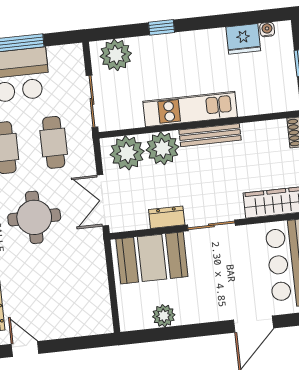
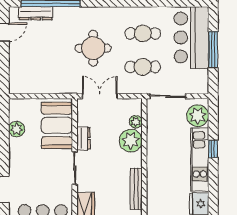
kitchen unit: (190, 109) -> (200, 159), moved, turned 180
bench: (210, 135) -> (136, 189), moved
plant: (127, 153) -> (136, 122), width x0.53, depth x0.53

